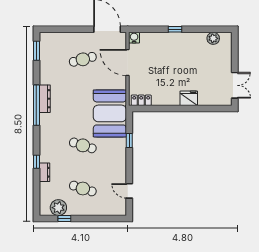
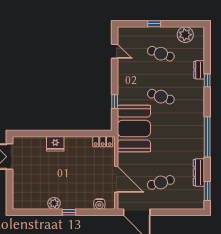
water cooler: (134, 38) -> (99, 204), moved
plant: (213, 38) -> (54, 203), moved
dresser: (45, 99) -> (199, 173), moved
window: (64, 218) -> (154, 24), moved

